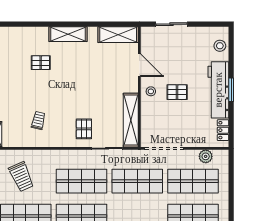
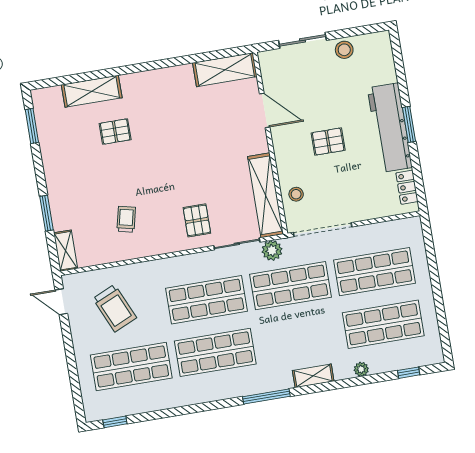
shelving: (68, 34) -> (92, 91), moved
stool: (220, 46) -> (344, 50), moved
stool: (151, 91) -> (296, 194), moved
plant: (206, 156) -> (272, 250), moved

